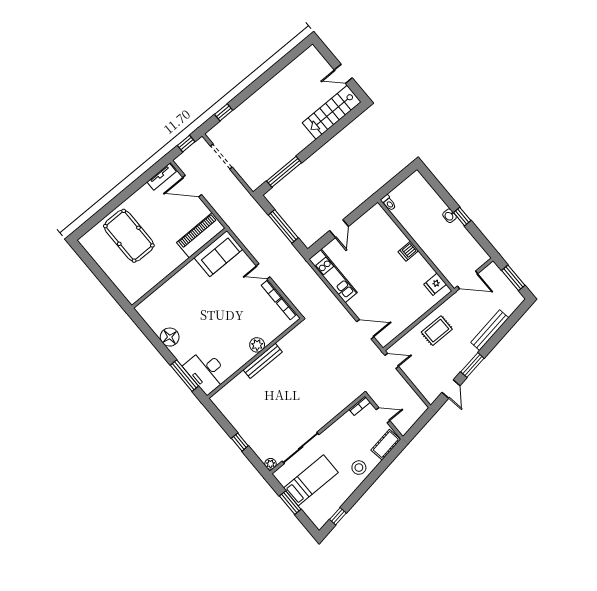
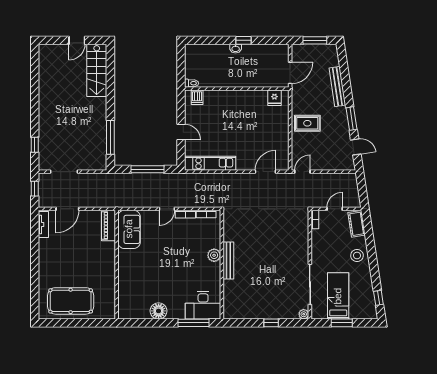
piano: (201, 235) -> (108, 225), width x0.73, depth x0.75
pool table: (129, 236) -> (71, 301), moved
dishwasher: (408, 251) -> (197, 97), moved
rug: (437, 331) -> (307, 123), turned 90

